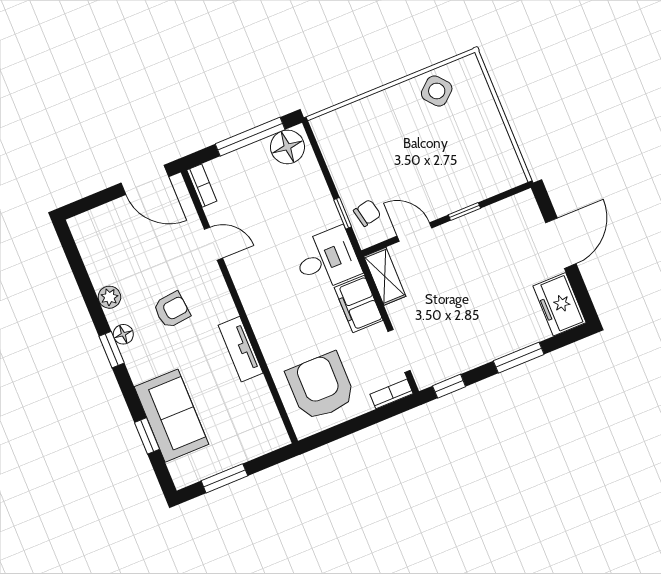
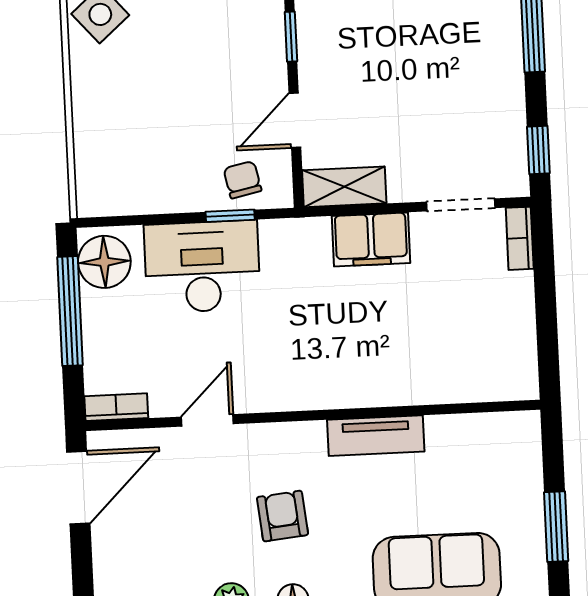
desk: (327, 259) -> (202, 267), moved, width x1.37
armchair: (321, 386) -> (472, 338), removed

